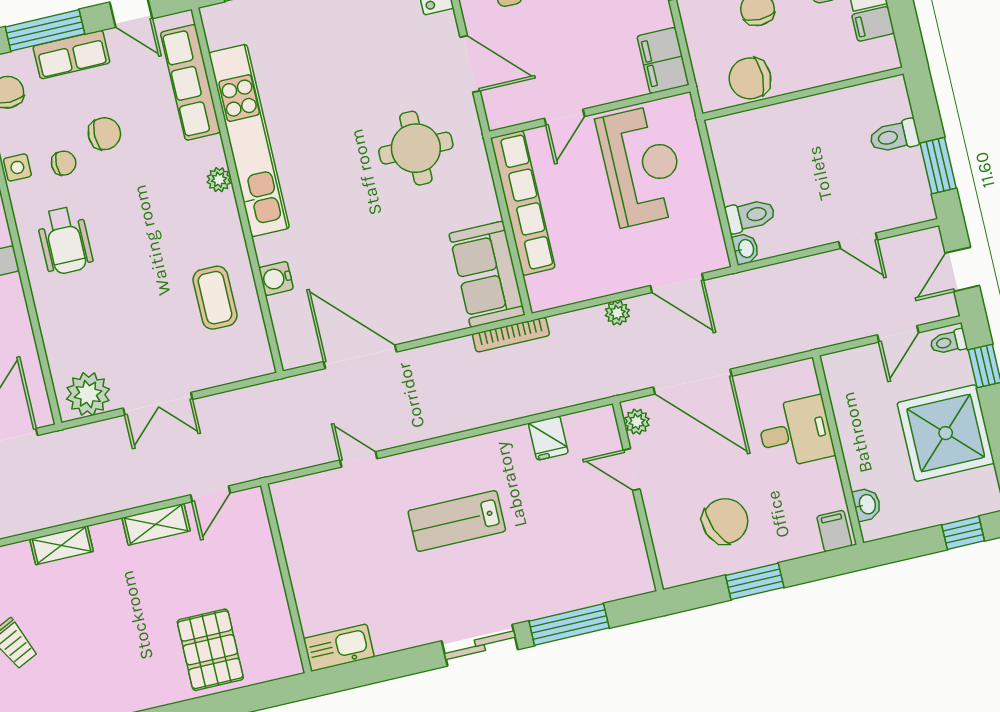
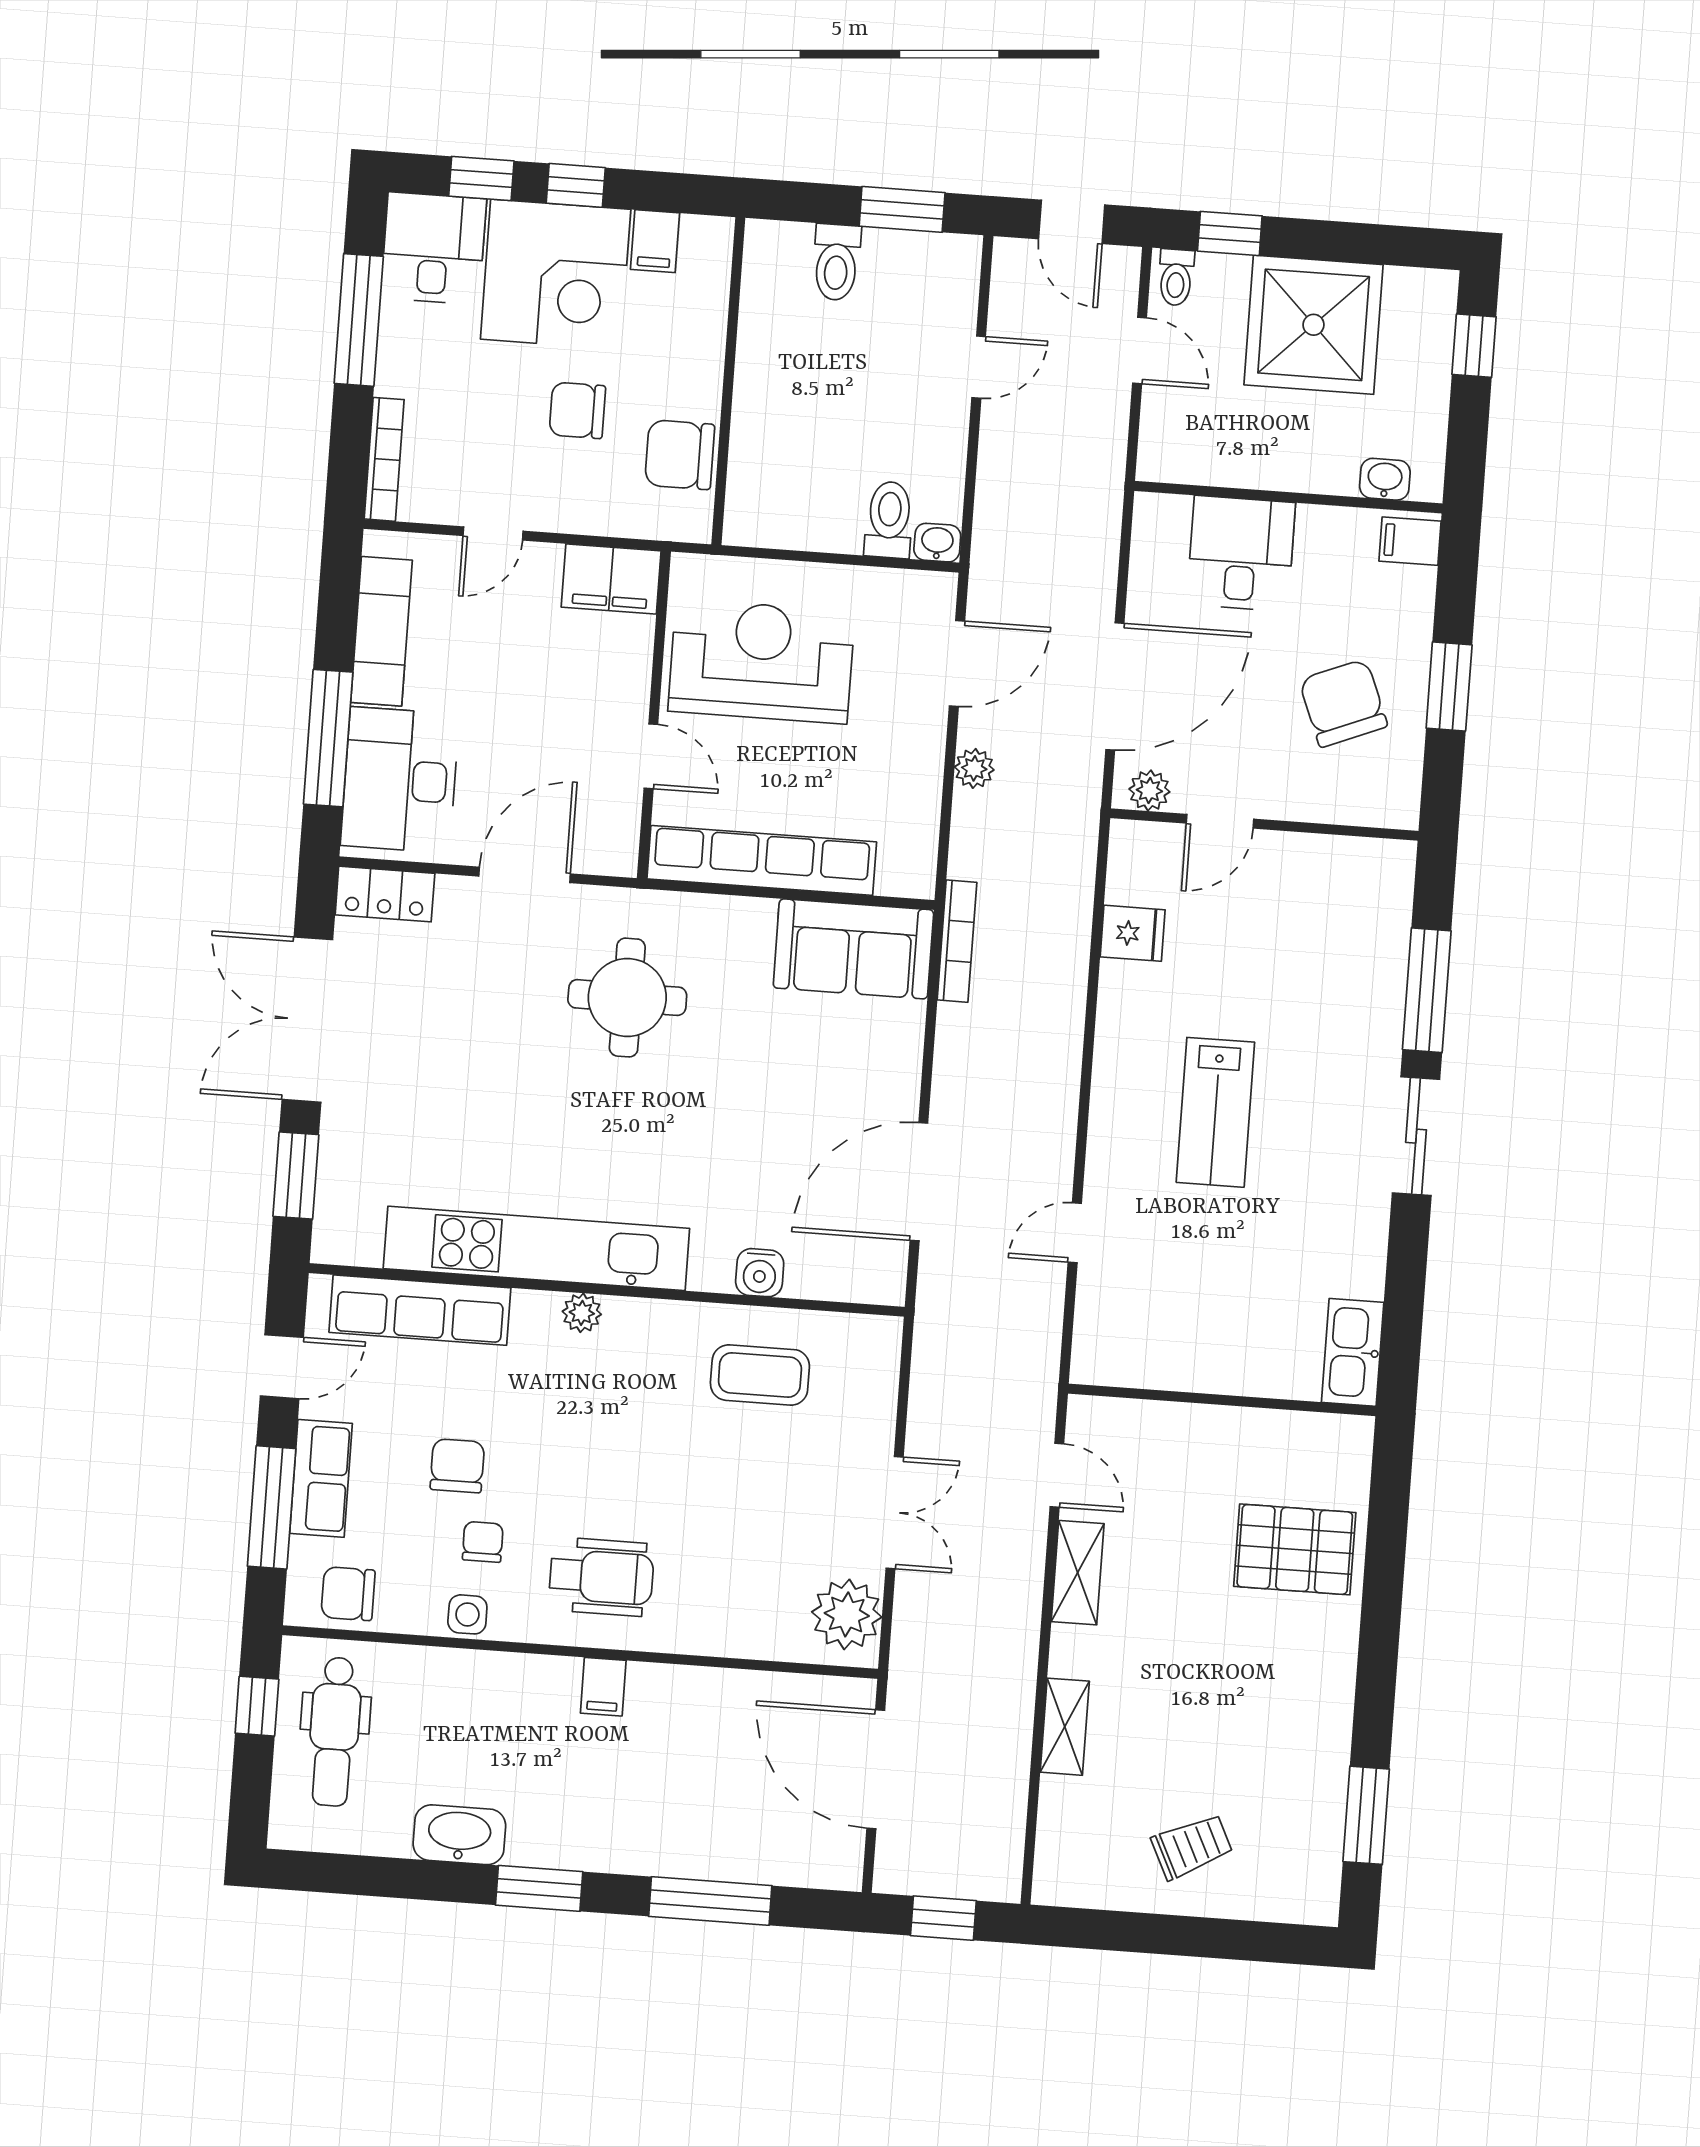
chair: (750, 78) -> (680, 455), turned 90

